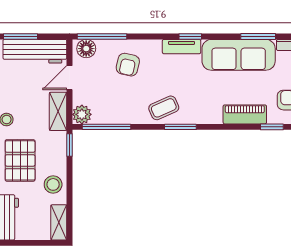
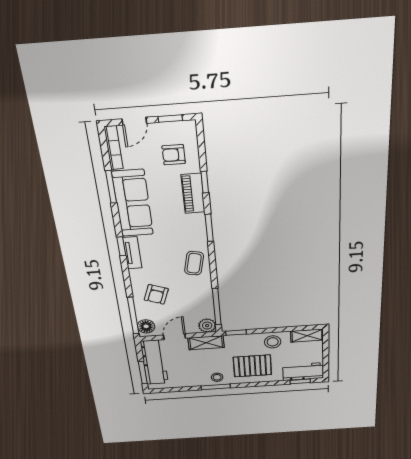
armchair: (128, 65) -> (156, 294), turned 97
door: (70, 78) -> (174, 337), swing flipped
coffee table: (164, 108) -> (194, 263), turned 36
window: (180, 127) -> (209, 228), moved
window: (272, 127) -> (205, 182), moved

